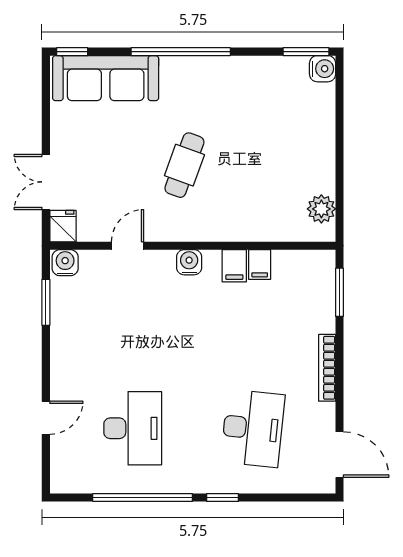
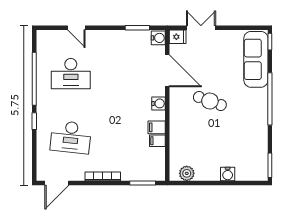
water cooler: (323, 69) -> (228, 174), moved
door: (128, 246) -> (167, 71), width x1.88

